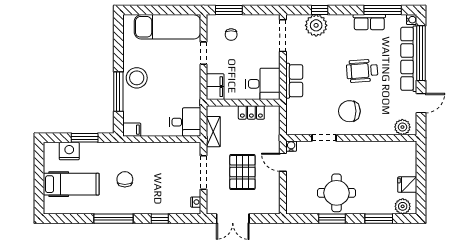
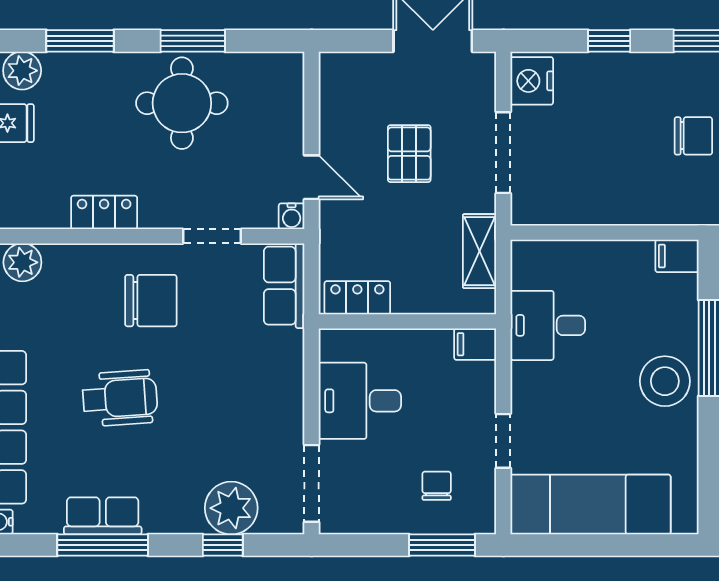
window: (383, 10) -> (103, 545), moved
row of seats: (294, 81) -> (284, 286), moved
desk: (263, 84) -> (360, 401), moved
filing cabinet: (215, 87) -> (475, 344), width x0.50
locker: (251, 112) -> (357, 298), moved
desk: (185, 122) -> (548, 325), moved
locker: (369, 148) -> (104, 212), added
pallet: (242, 172) -> (409, 154), width x0.67, depth x0.71
chair: (125, 179) -> (693, 136), turned -90
nightstand: (196, 202) -> (532, 81), width x1.89, depth x1.79

